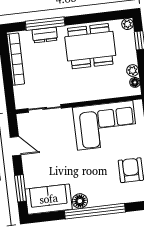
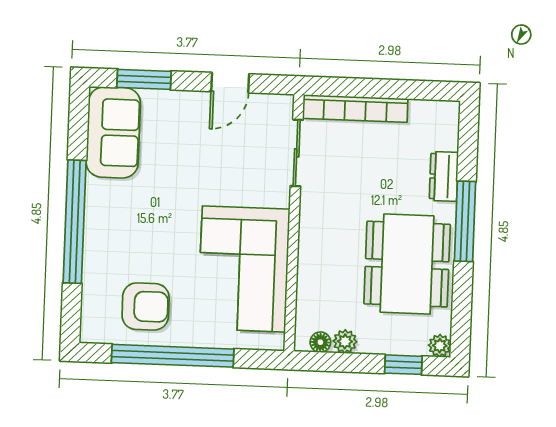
window: (45, 24) -> (465, 221), moved
bookcase: (16, 59) -> (355, 108), moved
floor lamp: (80, 201) -> (100, 195), removed

